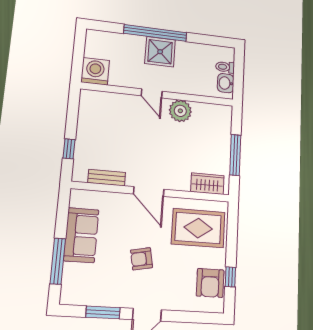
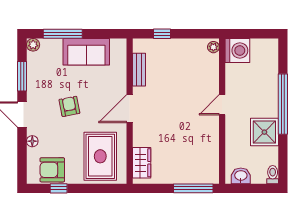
shower: (160, 52) -> (264, 132), moved
toilet: (225, 67) -> (273, 175), moved
plant: (180, 111) -> (213, 47), moved, width x0.53, depth x0.53
window: (235, 155) -> (193, 188), moved
plant: (67, 297) -> (33, 45), added
floor lamp: (178, 304) -> (32, 141), added

